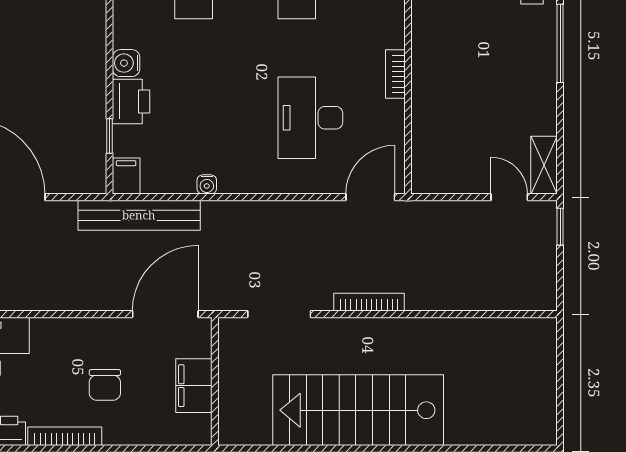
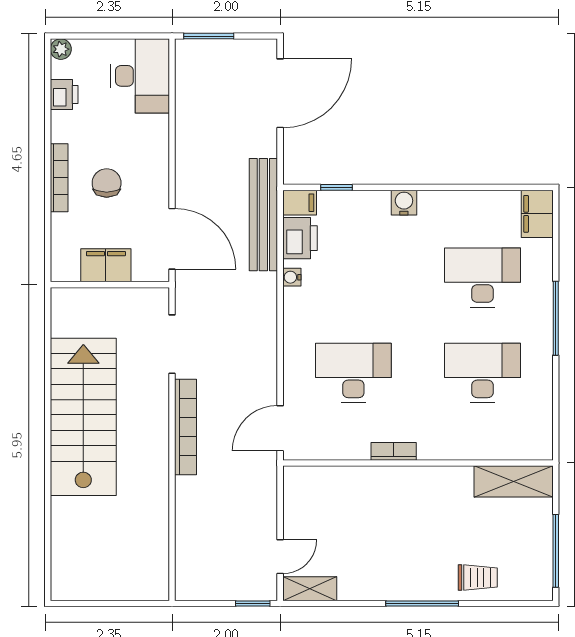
printer: (131, 101) -> (300, 238), moved, turned -90
door: (370, 197) -> (280, 428), swing flipped
bookcase: (369, 302) -> (186, 427), width x1.48, depth x1.31
chair: (105, 385) -> (107, 183), turned 90
bookcase: (65, 436) -> (59, 178), moved

